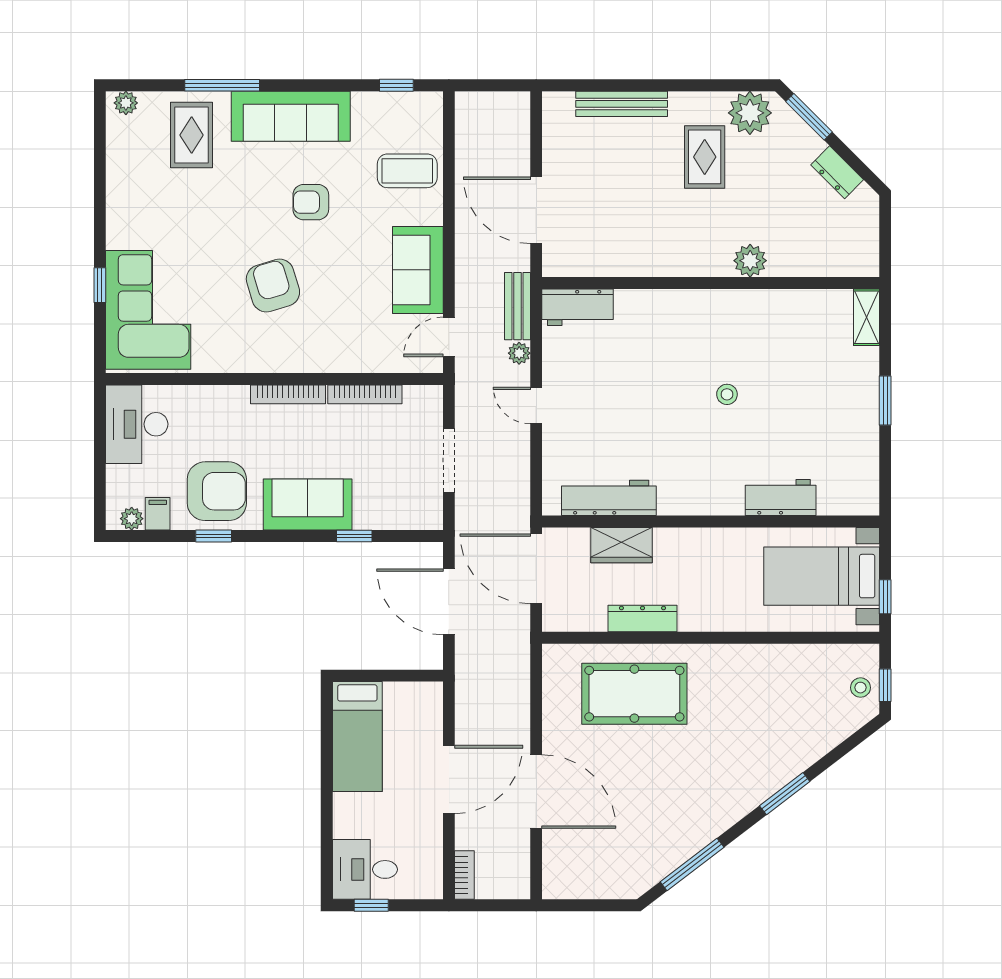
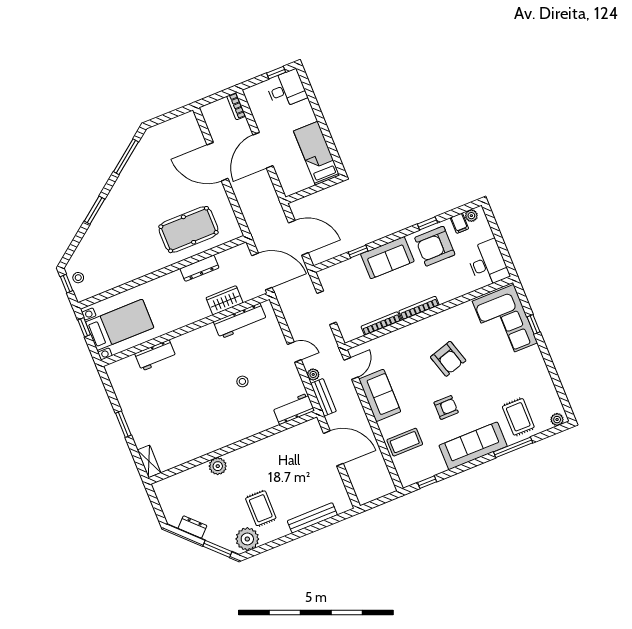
stool: (727, 394) -> (242, 381), moved

